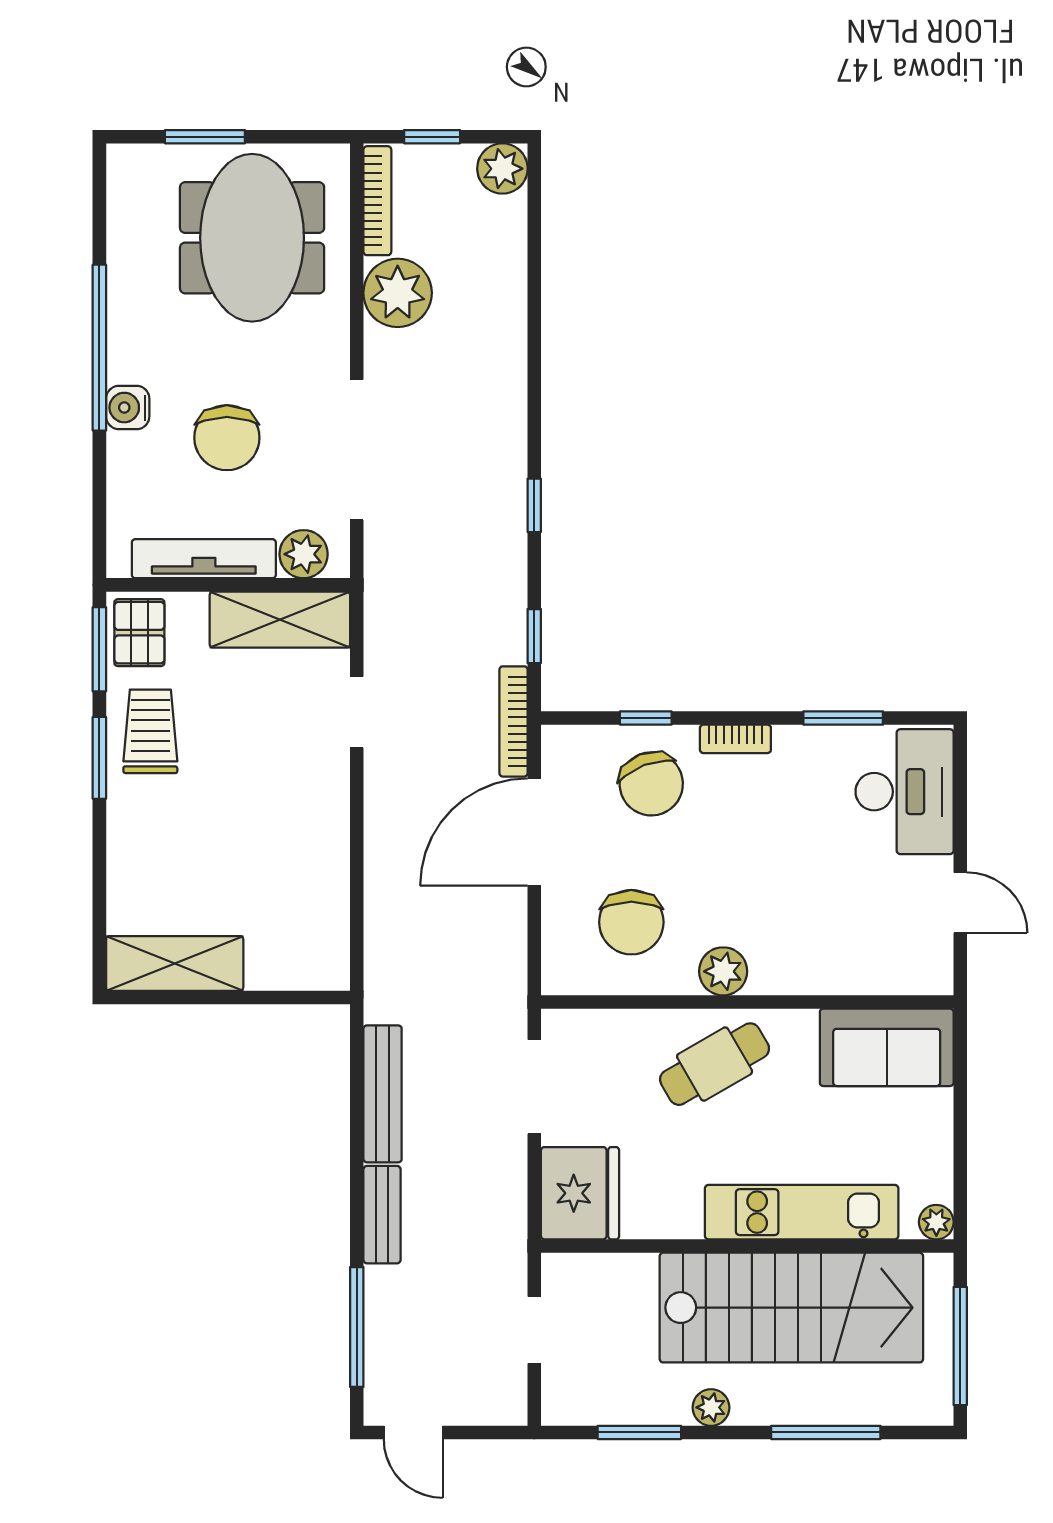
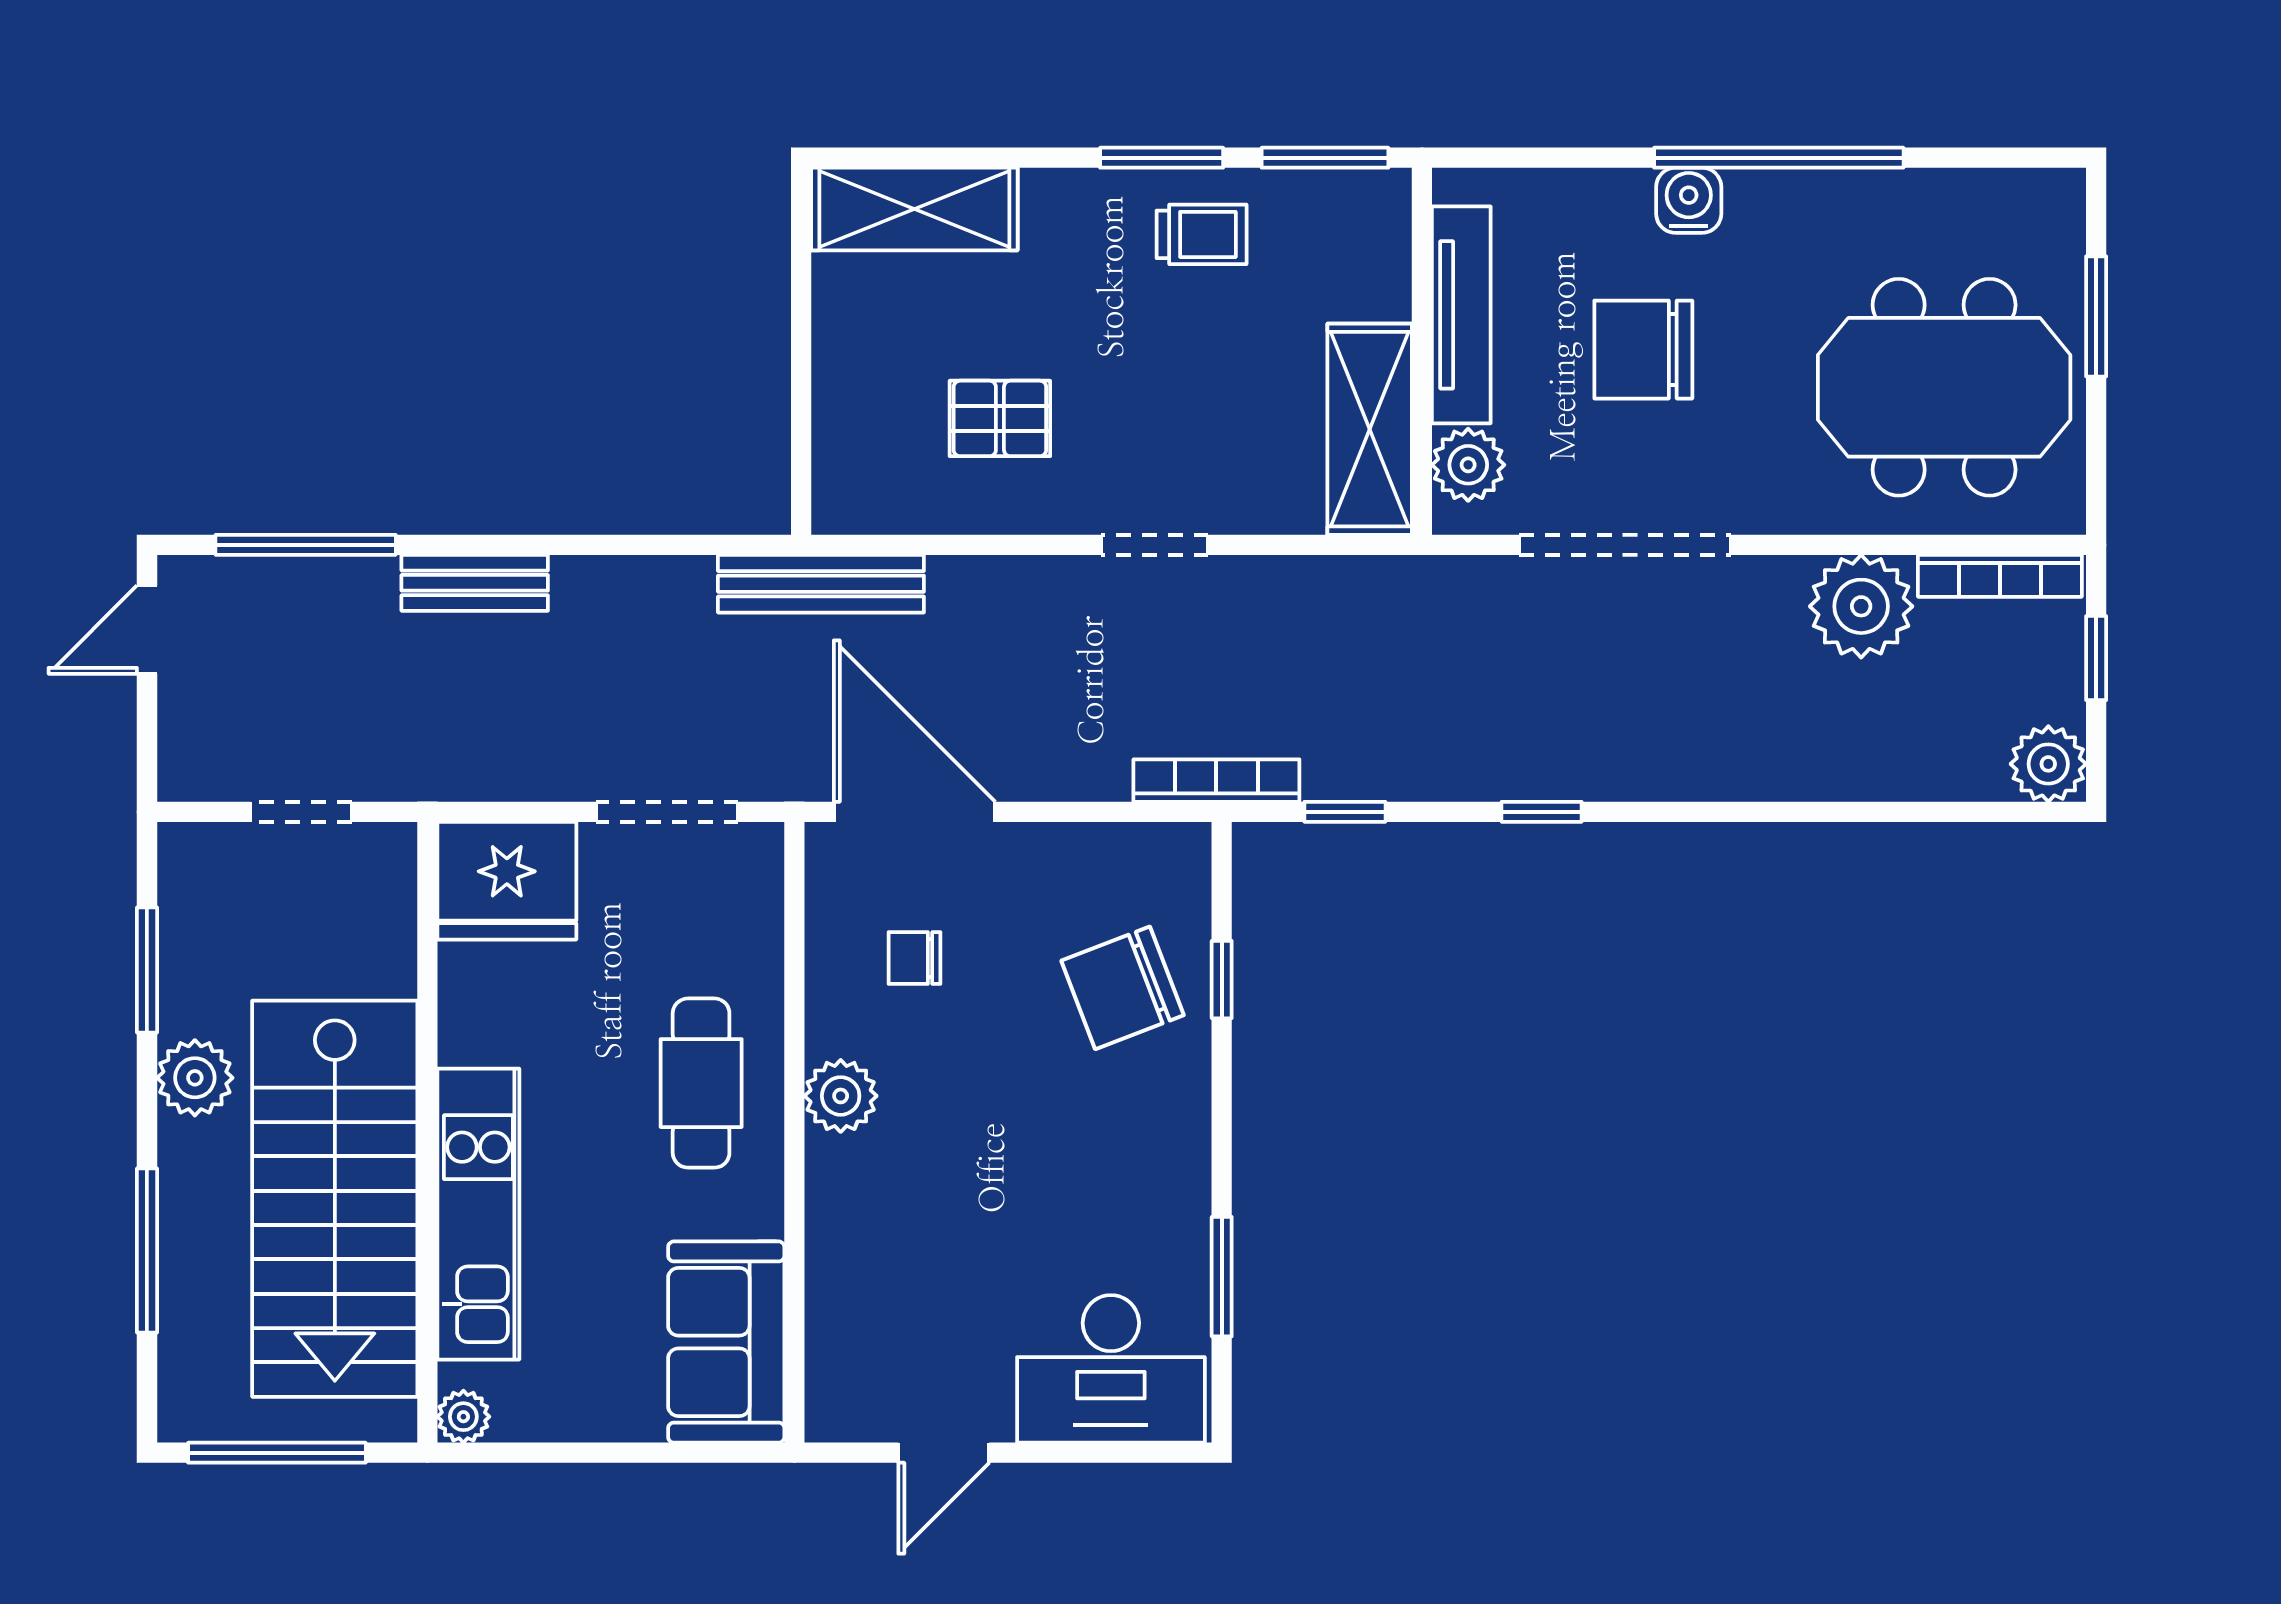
pallet: (139, 633) -> (1000, 418), moved
doorway: (357, 712) -> (1155, 545), moved
trolley: (150, 731) -> (1202, 234), width x0.73, depth x0.72
bookcase: (735, 739) -> (1190, 1114), removed
door: (534, 832) -> (915, 812), moved
chair: (631, 922) -> (915, 958), width x0.54, depth x0.54
shelving: (175, 963) -> (914, 209), moved, turned 90
cafe table: (715, 1064) -> (701, 1083), turned 30
bench: (383, 1094) -> (821, 584), moved
plant: (711, 1407) -> (195, 1078), width x1.38, depth x1.38

